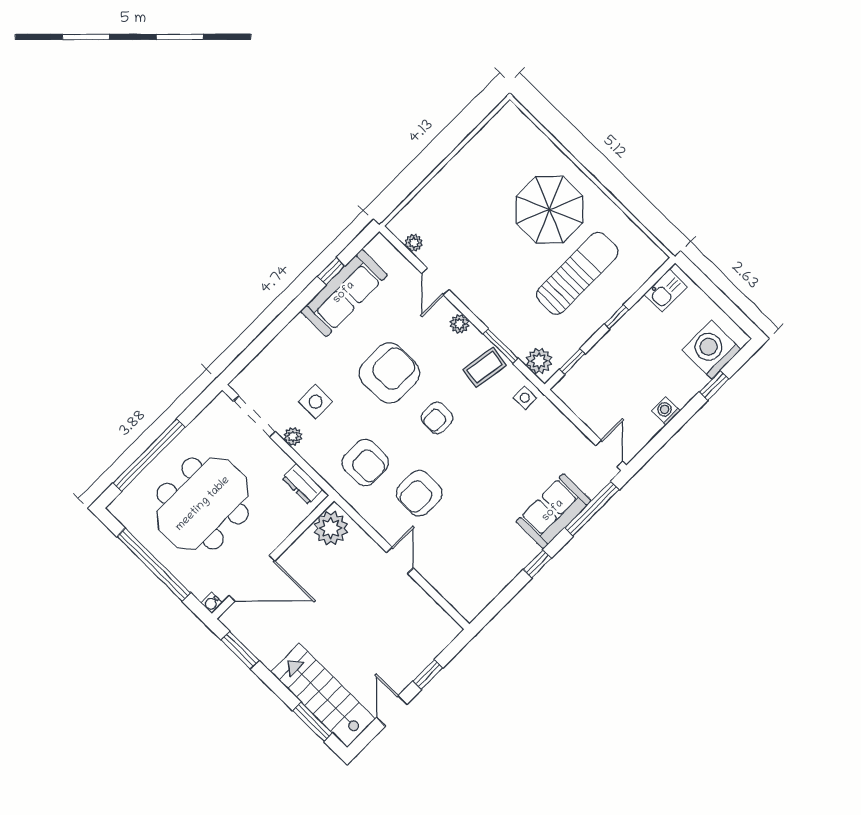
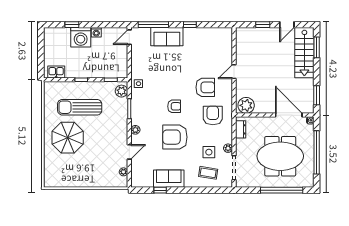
sofa: (344, 293) -> (169, 179), width x0.73
washing machine: (711, 350) -> (81, 37), moved
coffee table: (485, 367) -> (208, 173), moved

